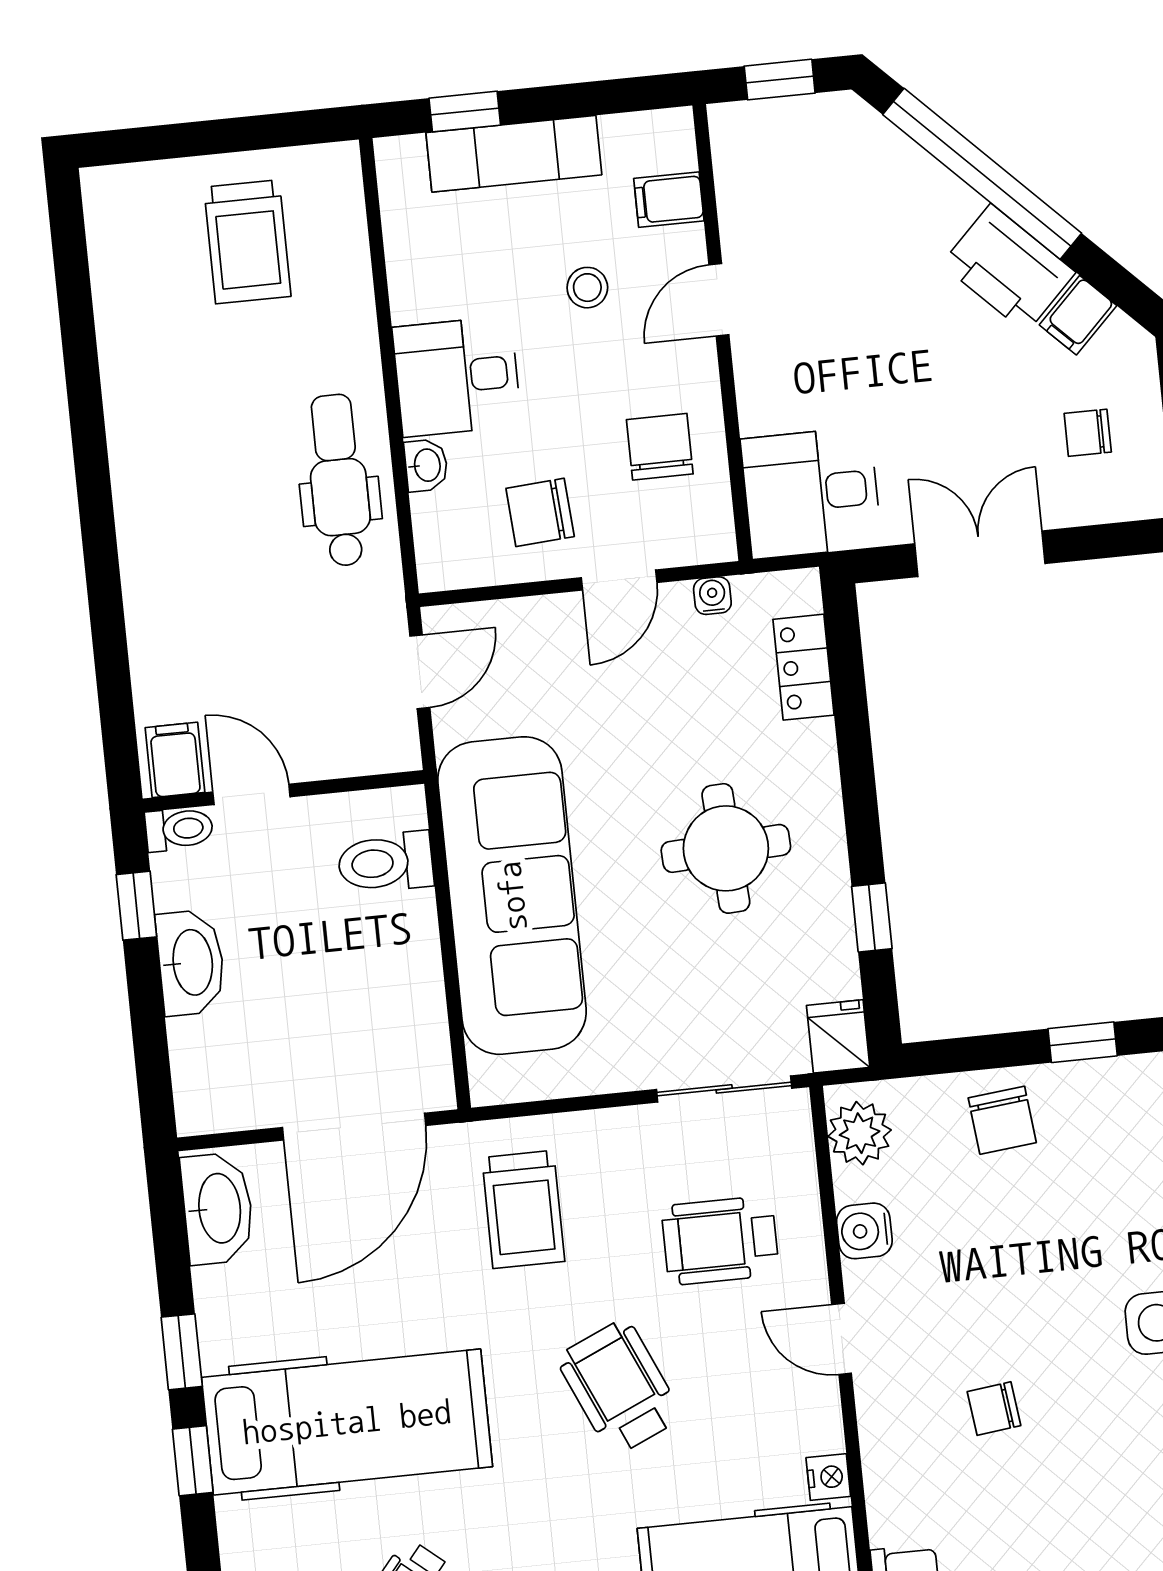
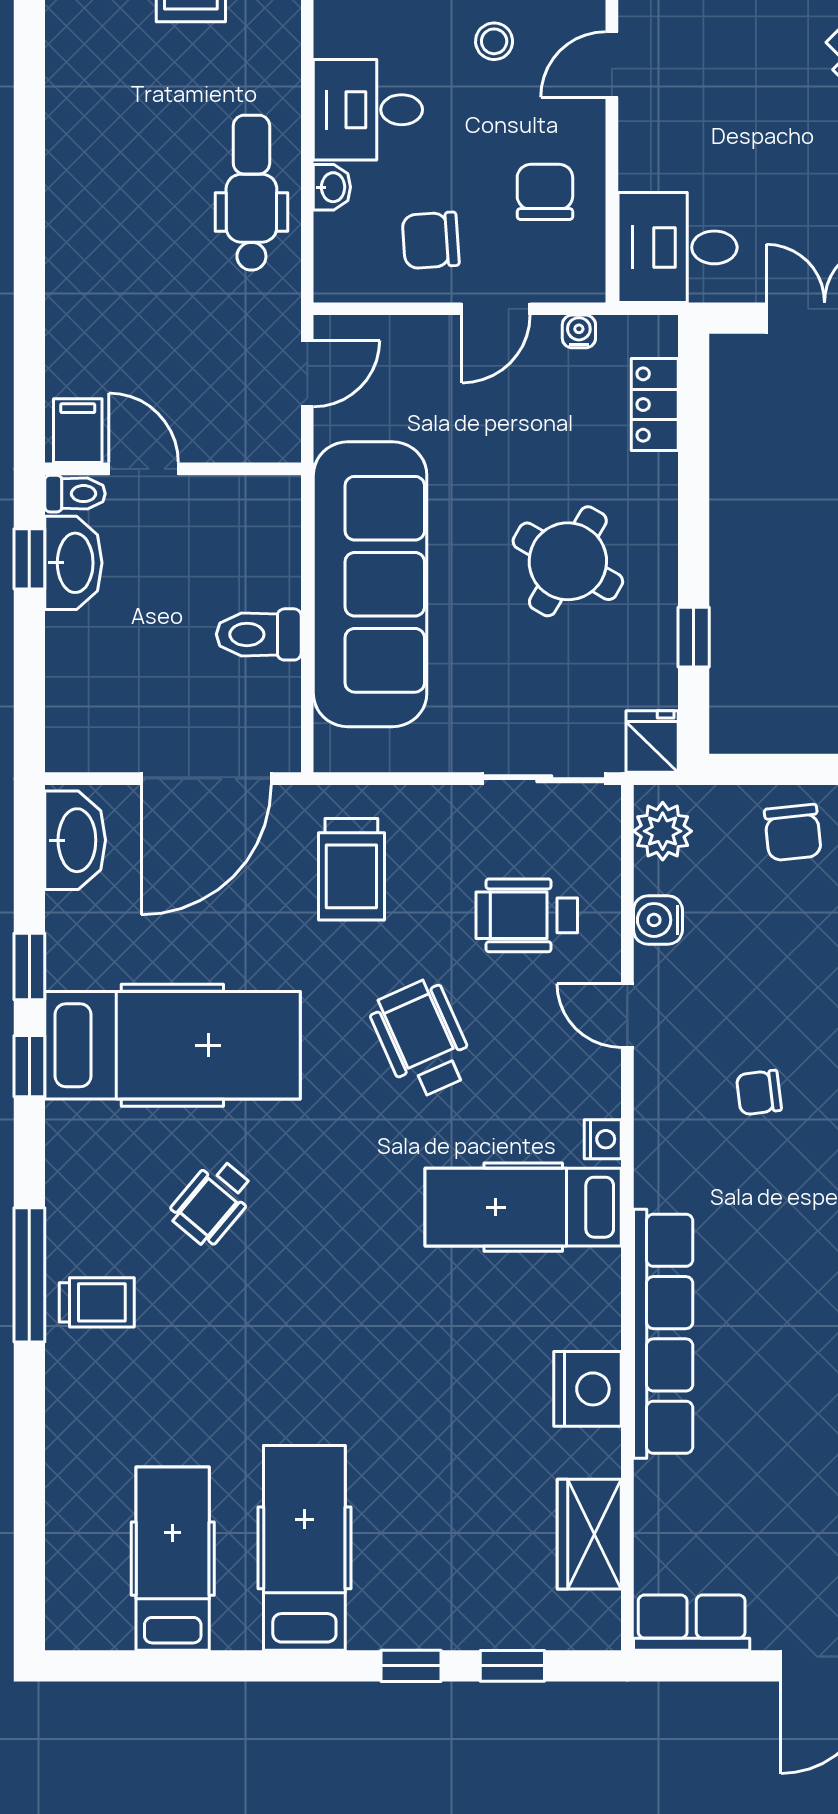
round table: (726, 848) -> (568, 561), turned 33
toilet: (386, 862) -> (259, 634), moved
washbasin: (191, 963) -> (73, 563), moved

